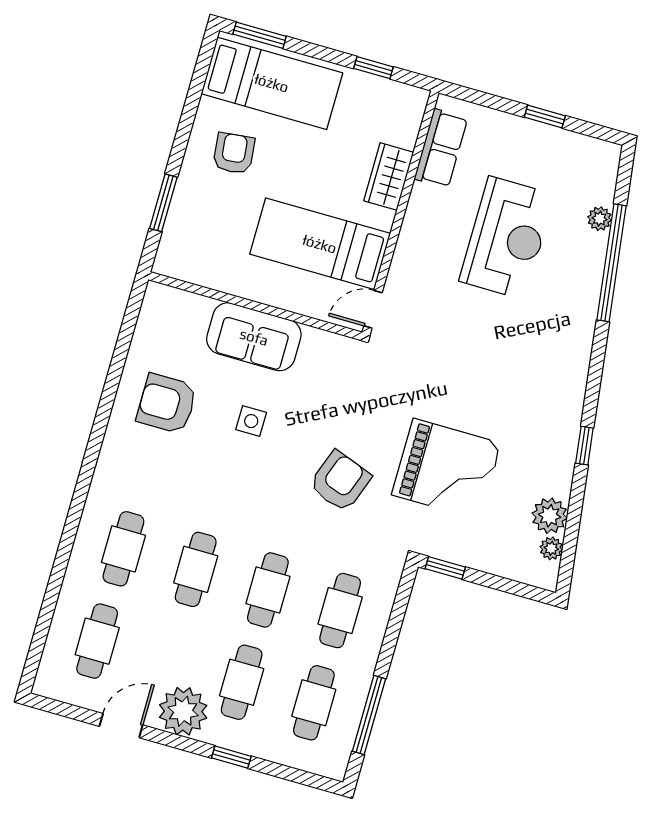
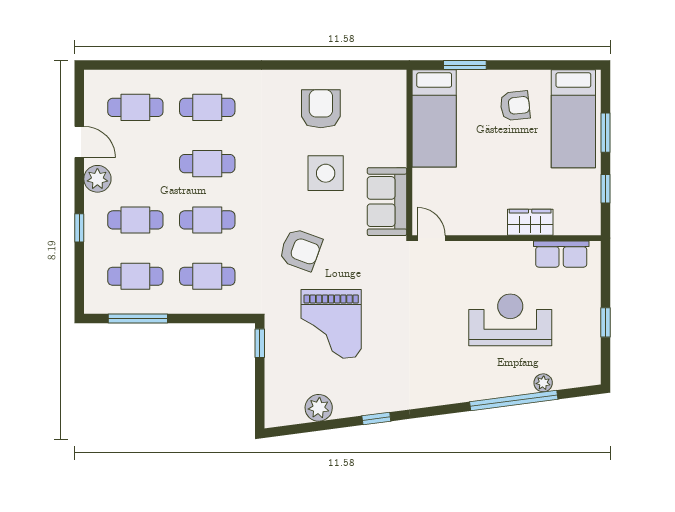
window: (260, 35) -> (606, 133), moved
reception desk: (507, 238) -> (510, 320), turned 180
bed: (320, 244) -> (434, 118), moved, turned 180
sofa: (254, 337) -> (387, 202), moved
side table: (251, 421) -> (326, 173), width x1.87, depth x1.87
plant: (551, 548) -> (295, 416), removed
plant: (183, 711) -> (97, 179), width x0.73, depth x0.73

